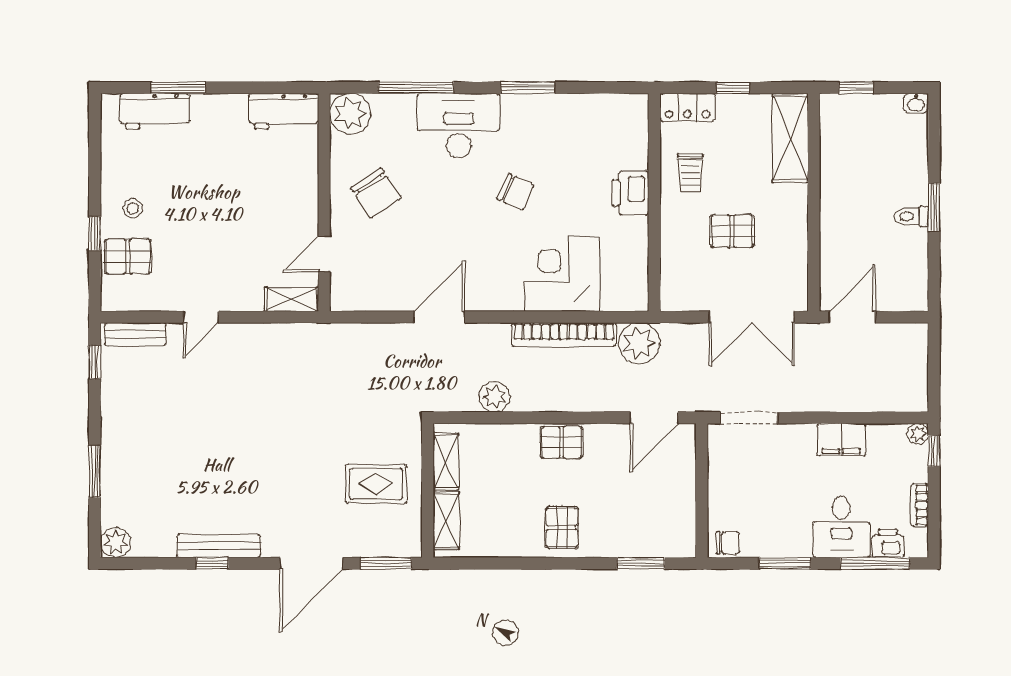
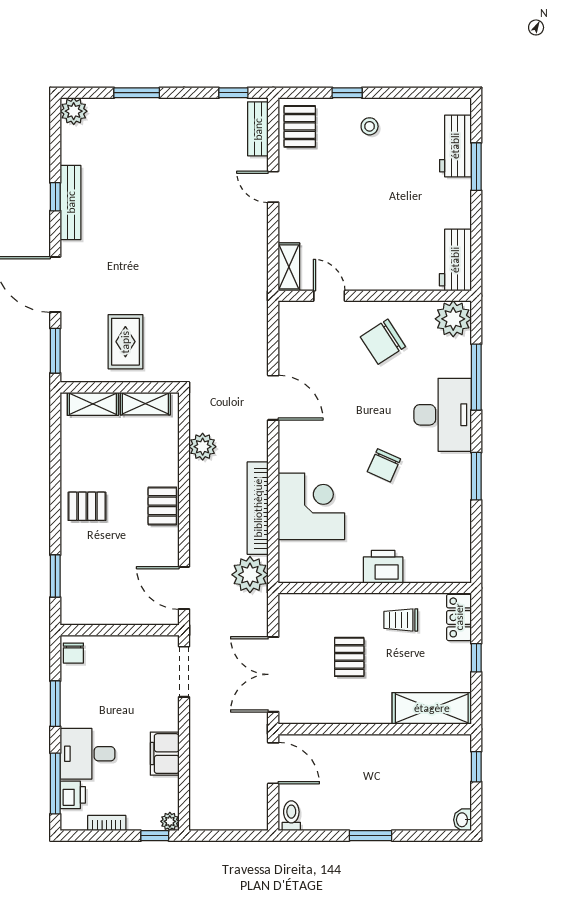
toilet: (912, 216) -> (291, 816), moved
pallet: (128, 257) -> (300, 126), moved

